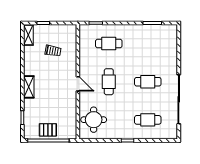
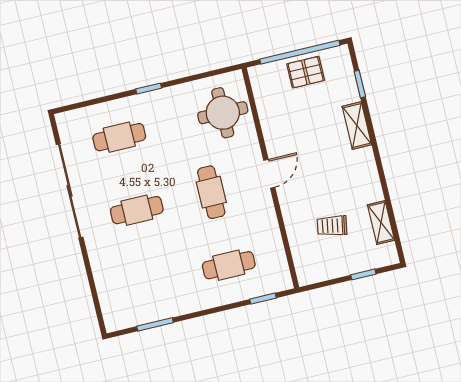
shelving: (28, 35) -> (381, 223), moved
door: (78, 84) -> (269, 174), swing flipped
shelving: (29, 87) -> (357, 125), moved

